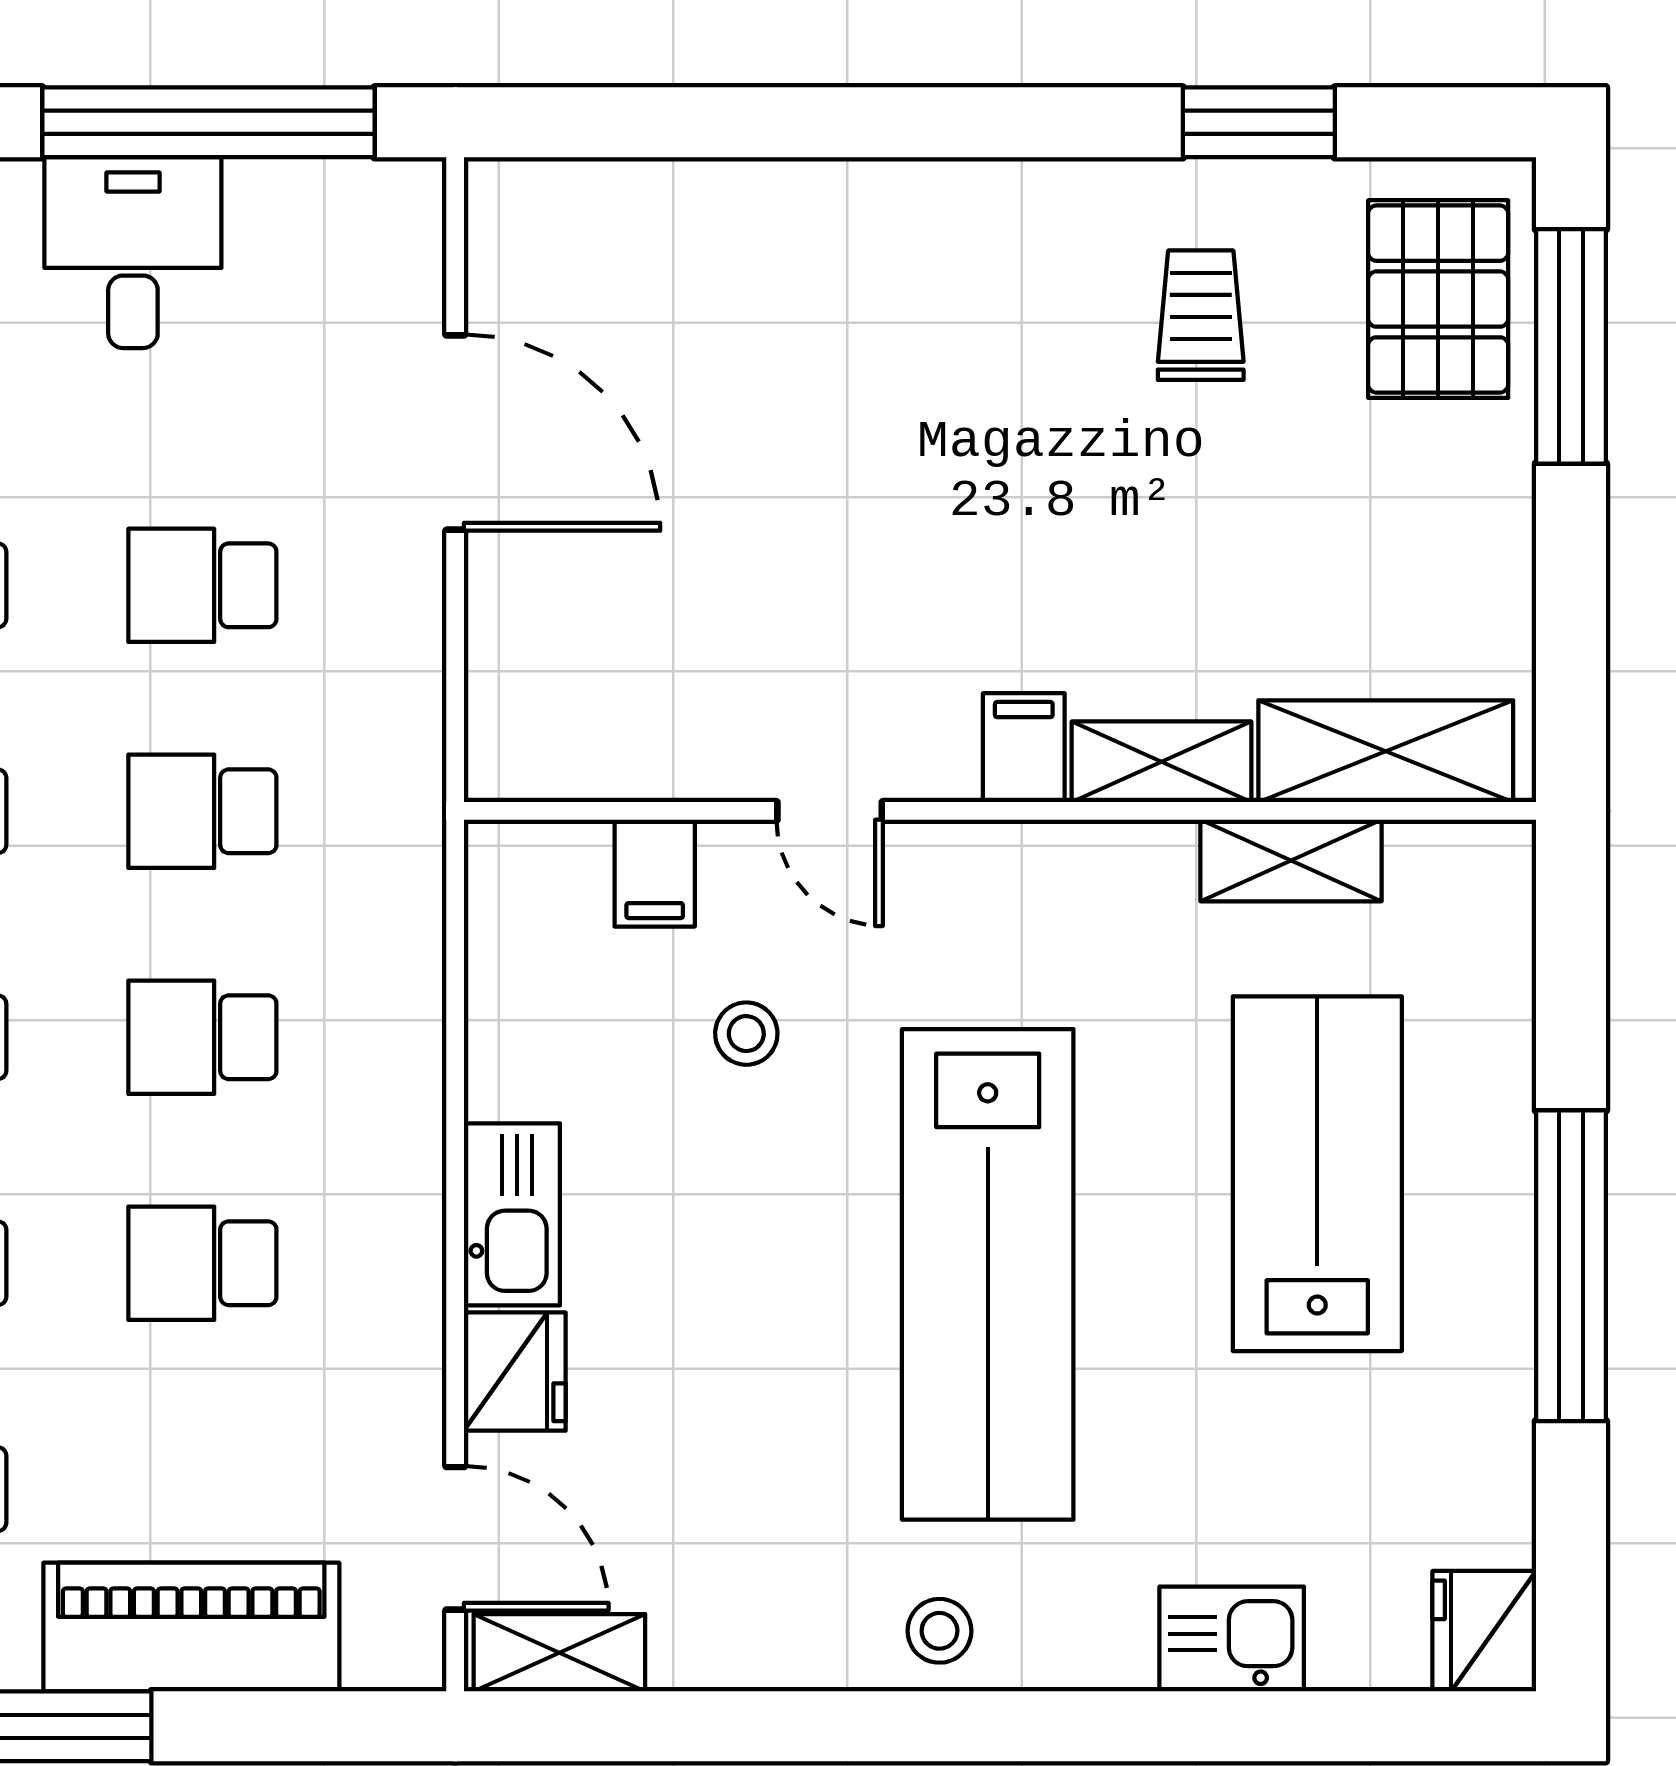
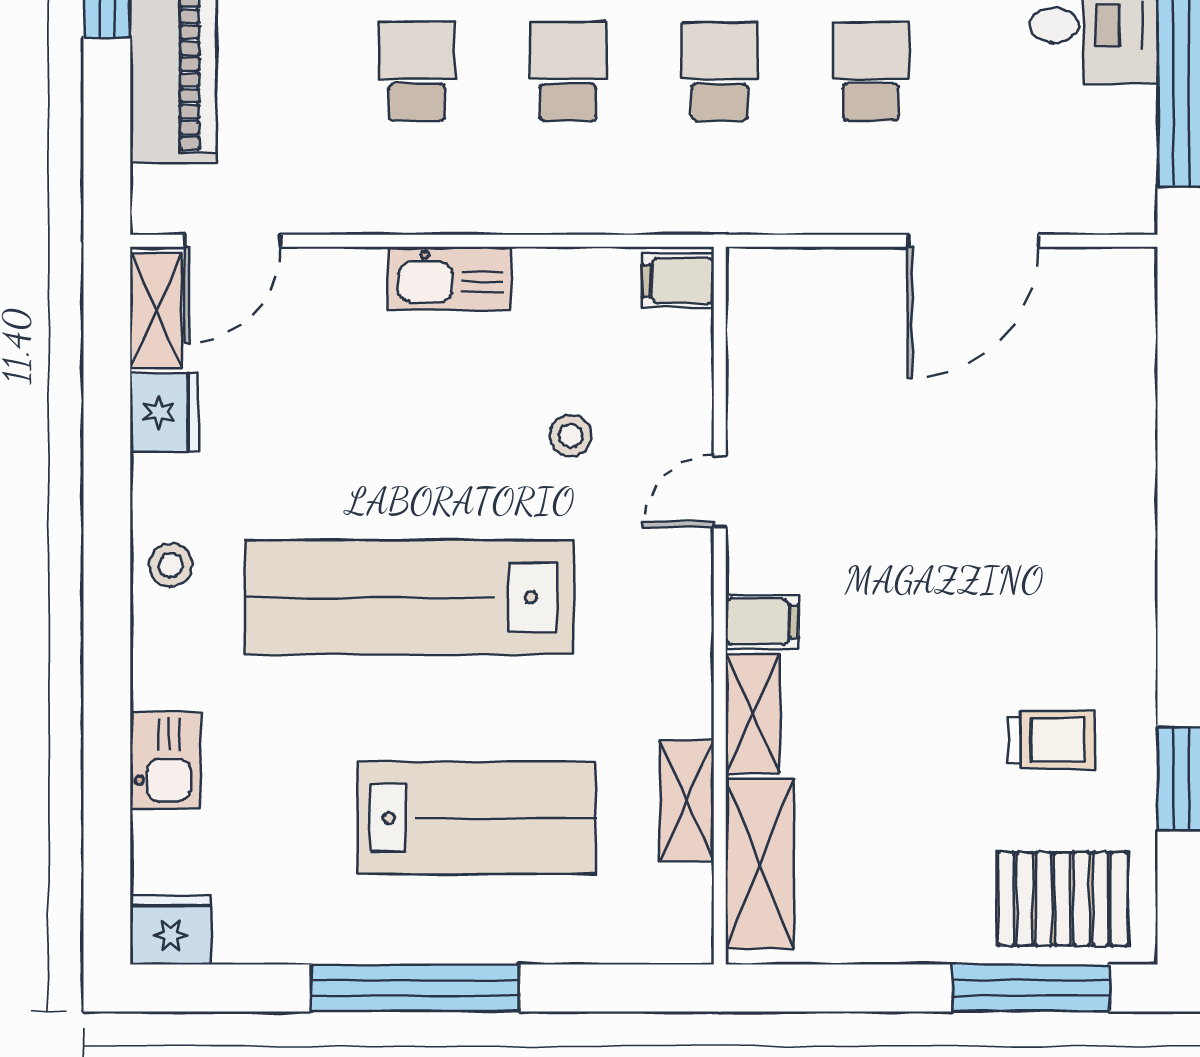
filing cabinet: (655, 873) -> (678, 281), moved
fridge: (515, 1372) -> (164, 412), moved, turned -90

